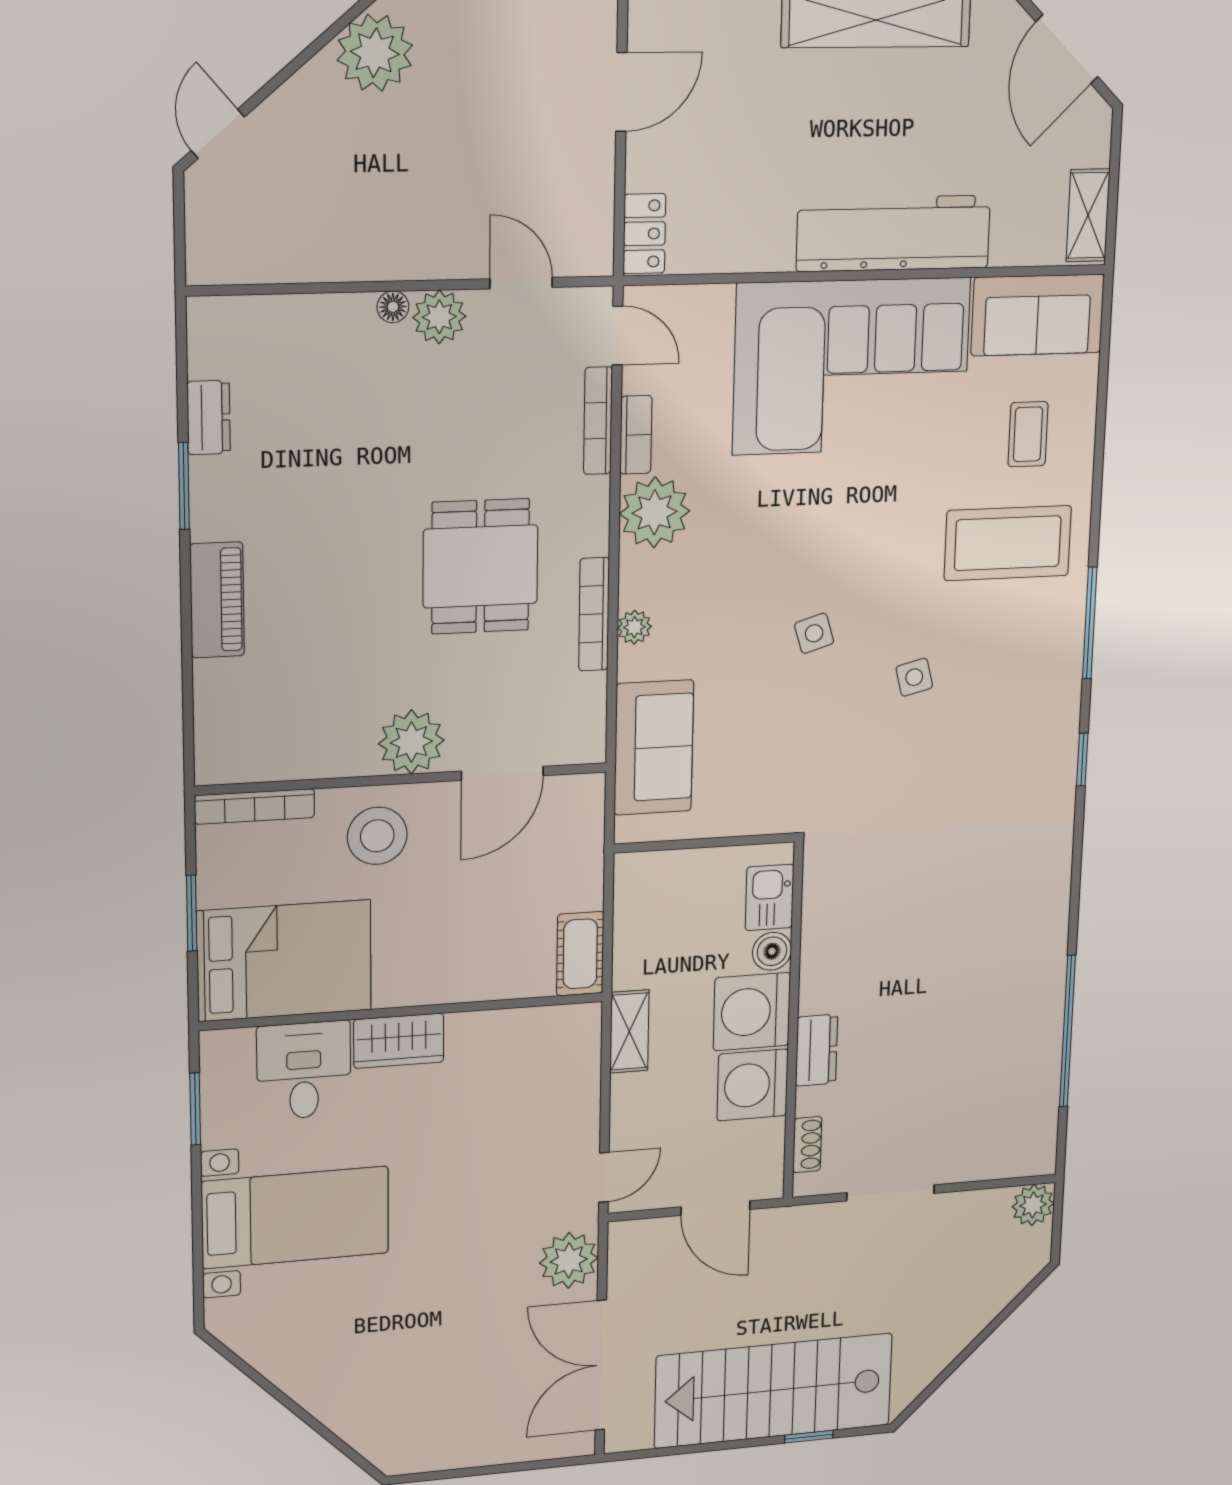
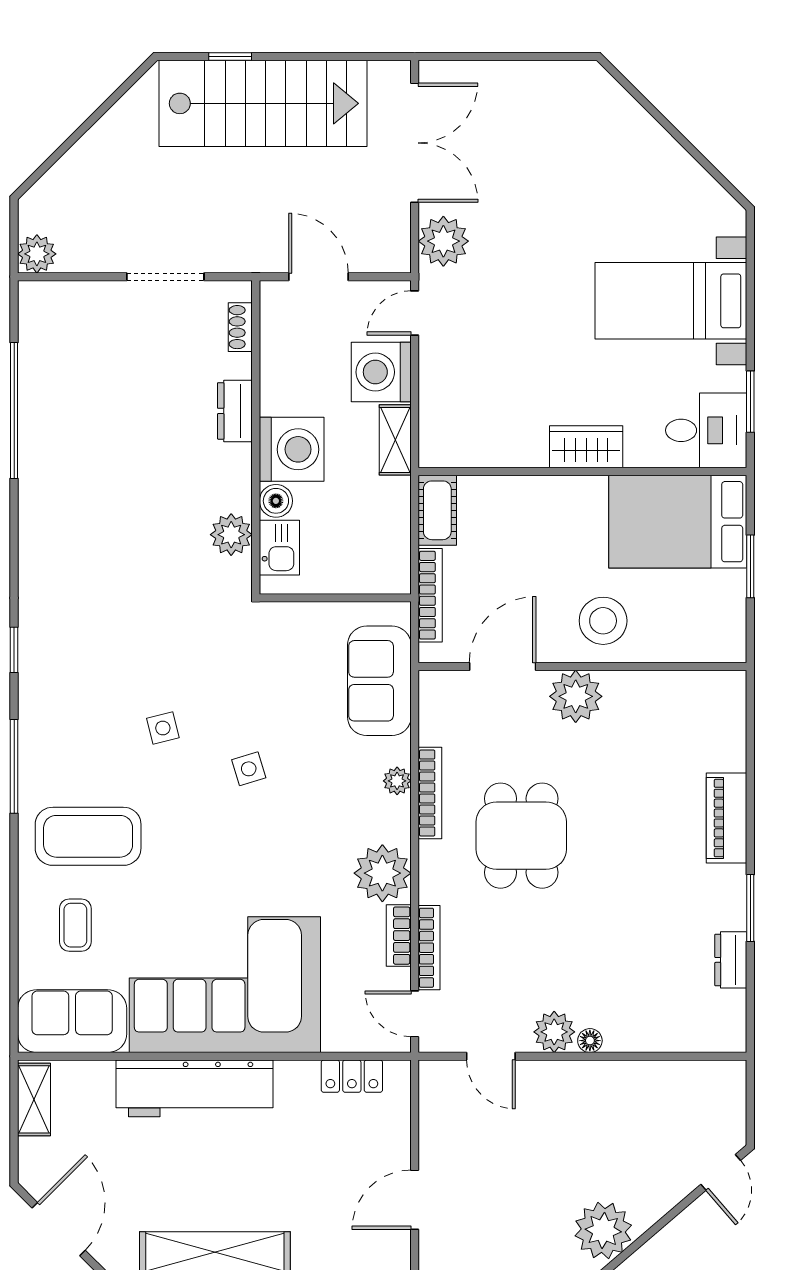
locker: (644, 234) -> (352, 1076), moved, turned -90
bookcase: (255, 806) -> (430, 595), moved, turned 90
plant: (826, 909) -> (231, 535), added
desk: (304, 1070) -> (706, 430), moved, turned -90
washing machine: (753, 1085) -> (381, 372), moved, turned 180

